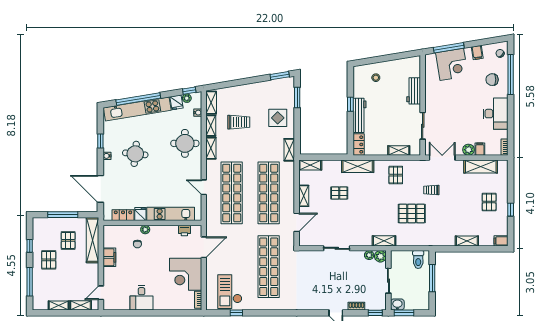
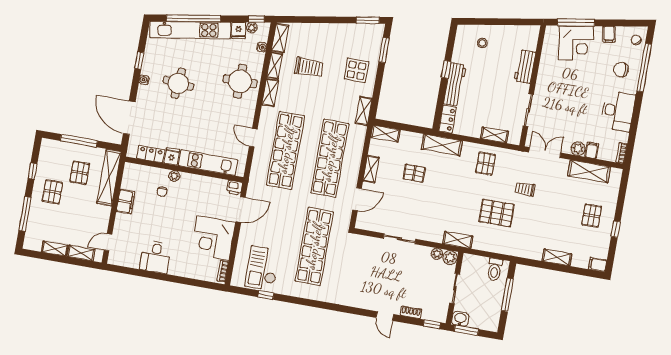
printer: (184, 230) -> (234, 188), moved

